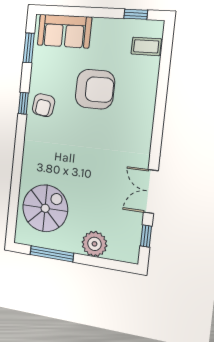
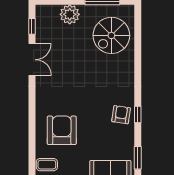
armchair: (95, 89) -> (62, 130), moved, turned 90

